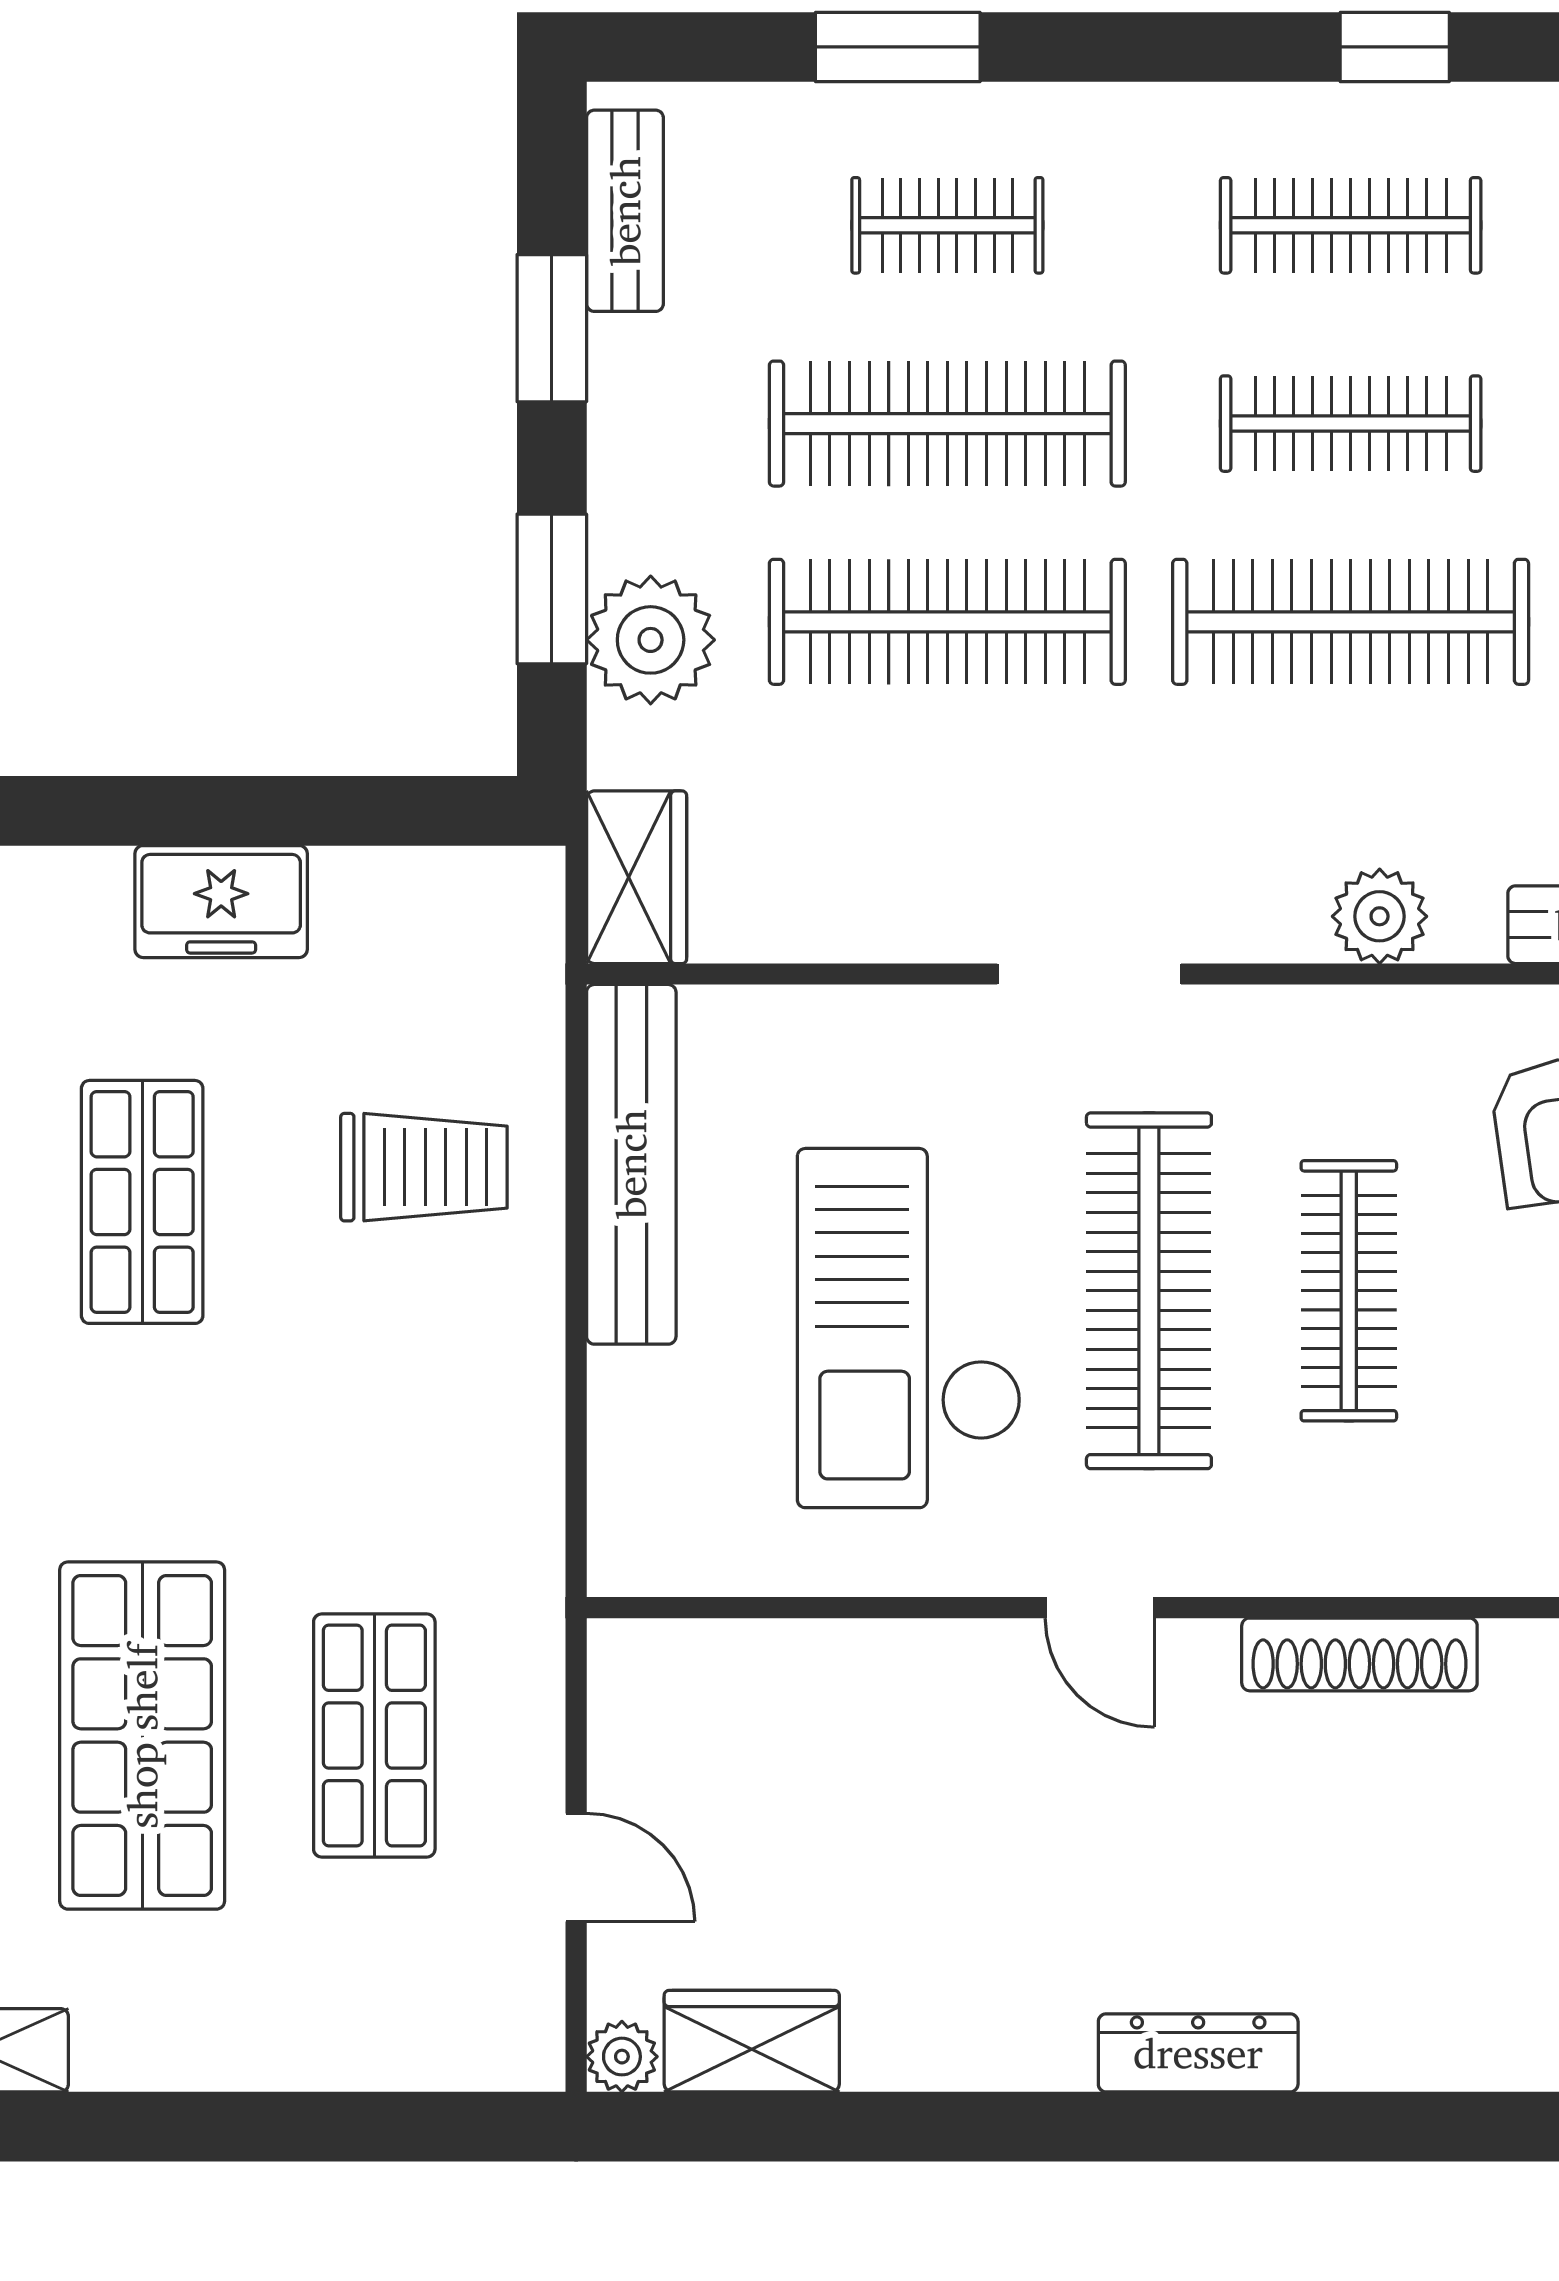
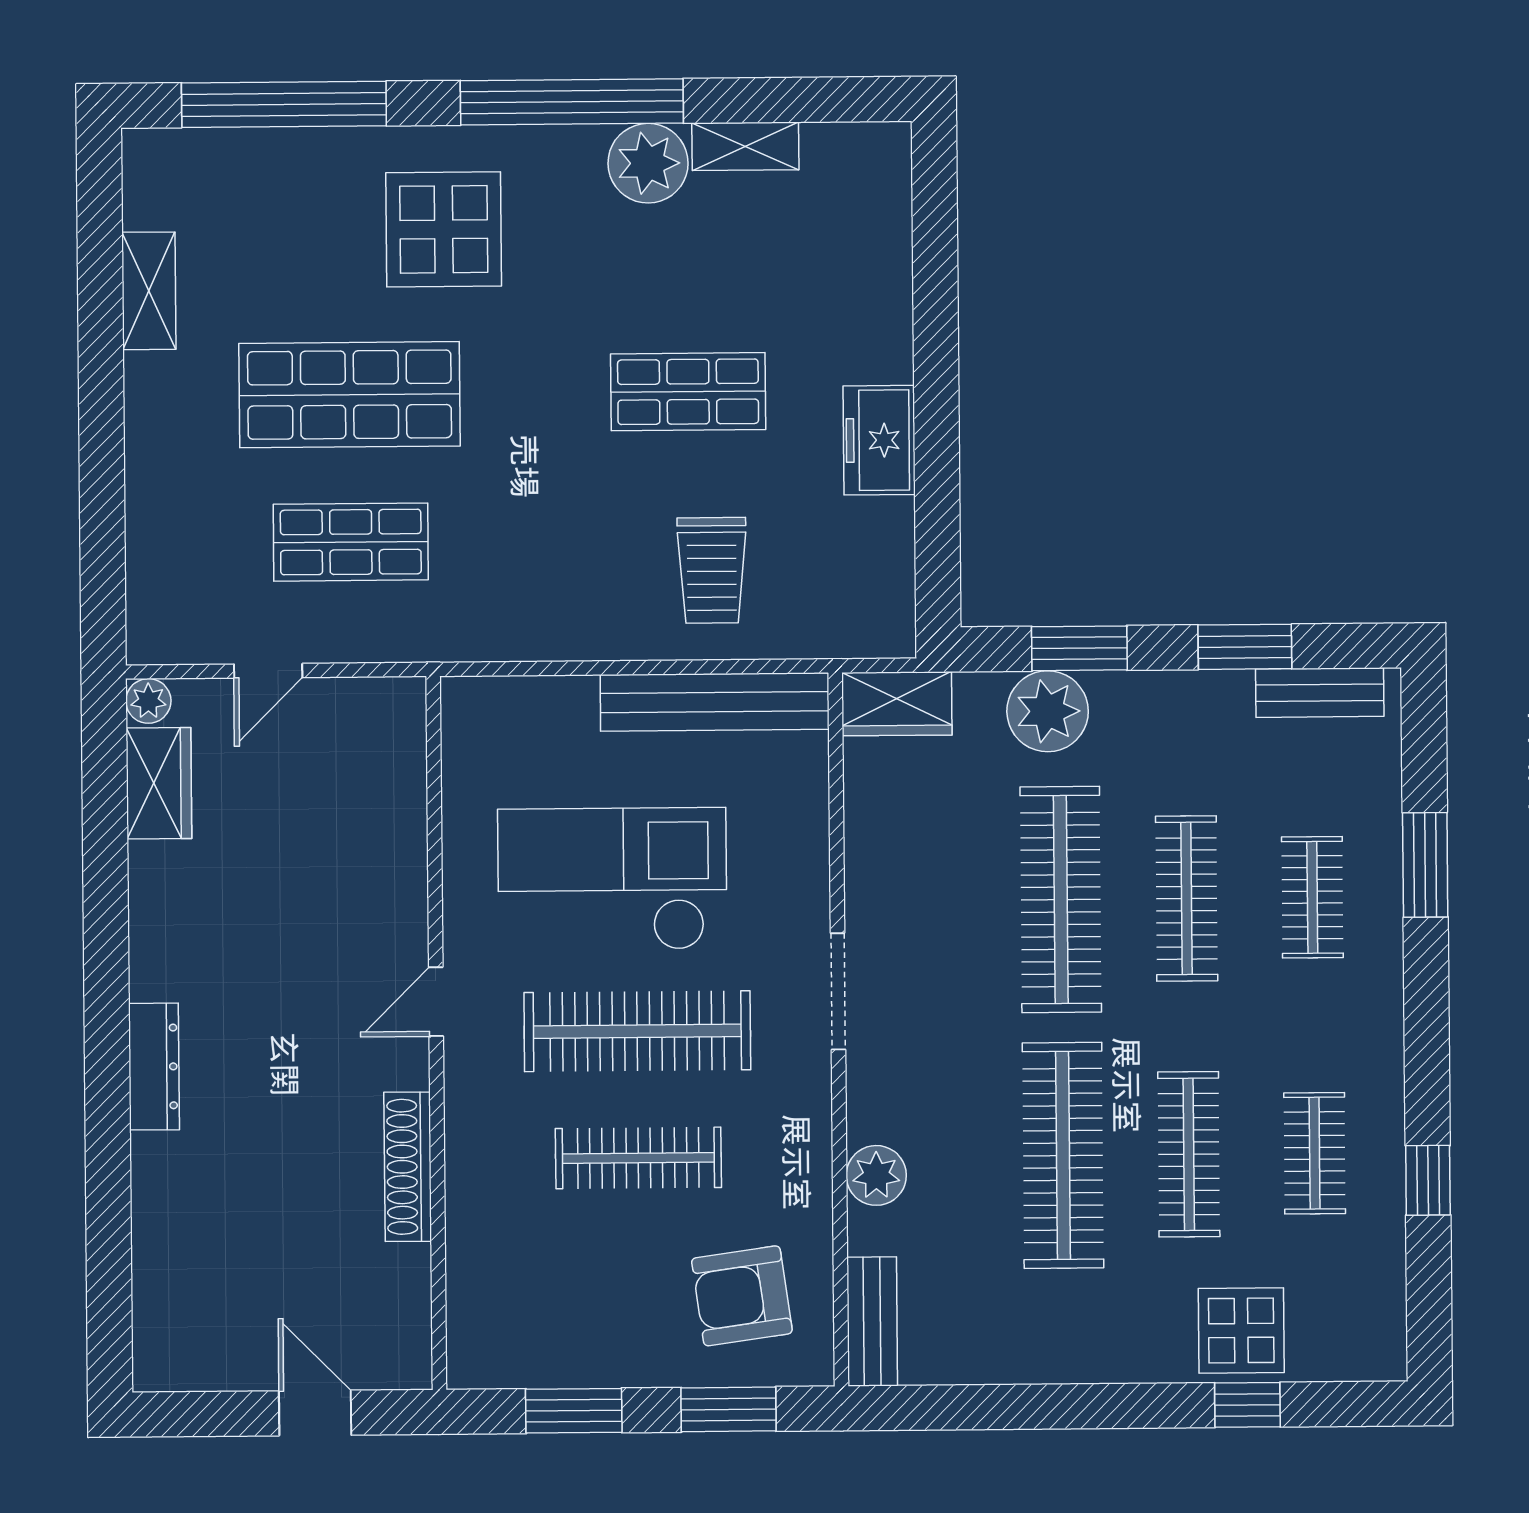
clothes rail: (1351, 225) -> (1315, 1153), width x0.73
clothes rail: (947, 424) -> (1187, 898), width x0.73, depth x0.76

